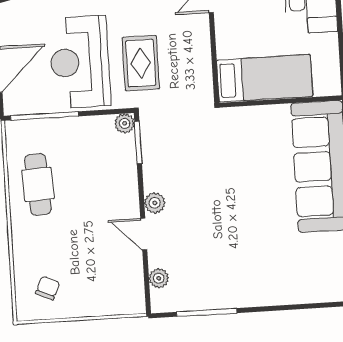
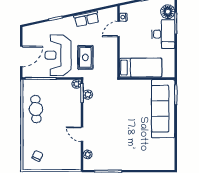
plant: (155, 203) -> (88, 95), moved

